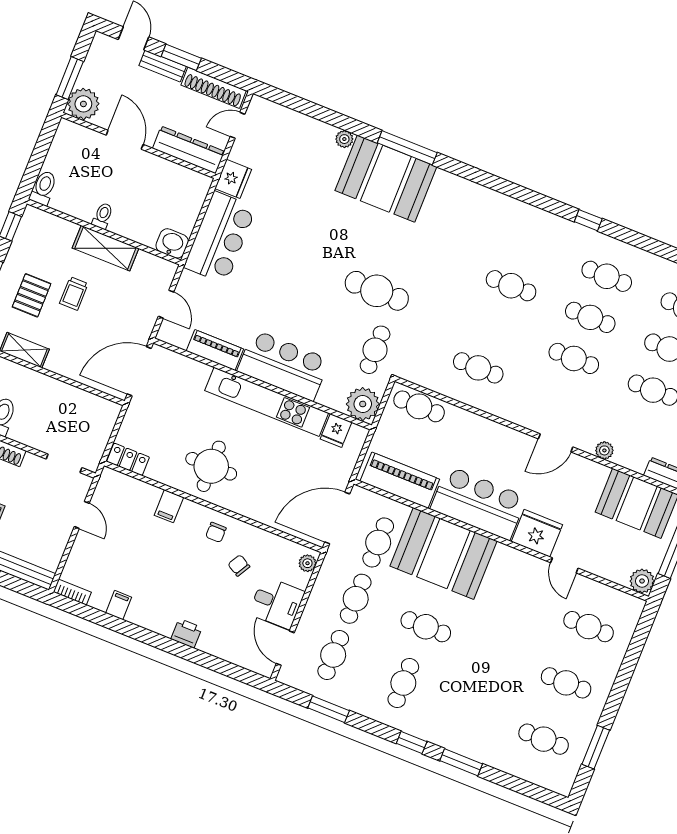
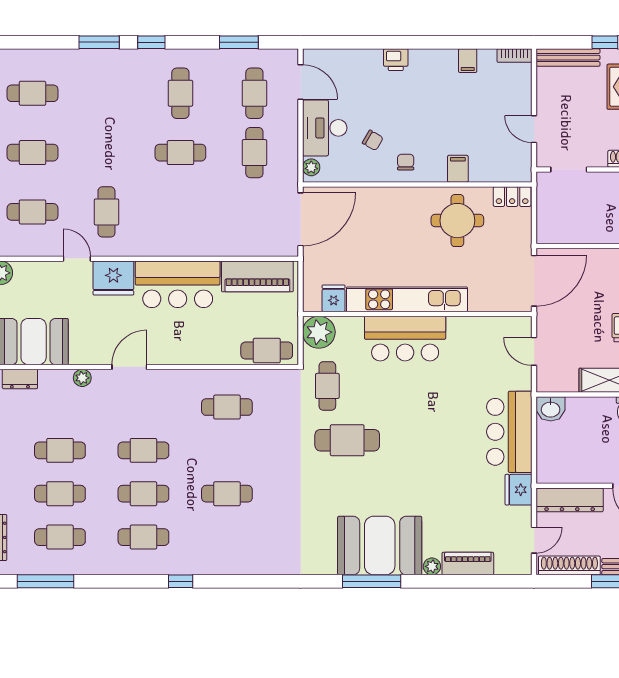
piano: (215, 350) -> (468, 563), moved, turned 180
round table: (211, 466) -> (457, 221), moved
cafe table: (378, 542) -> (106, 212), moved
booth: (443, 553) -> (191, 226), removed
desk: (277, 603) -> (325, 128), width x1.37

